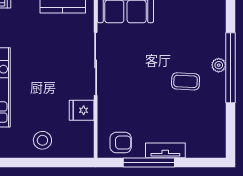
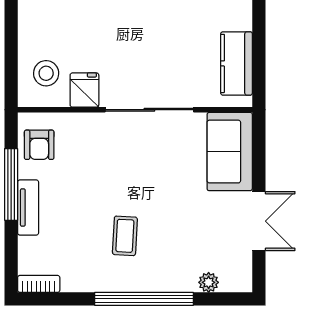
plant: (219, 65) -> (209, 282), moved
stool: (42, 140) -> (46, 73), moved
bookcase: (220, 143) -> (39, 284), added

